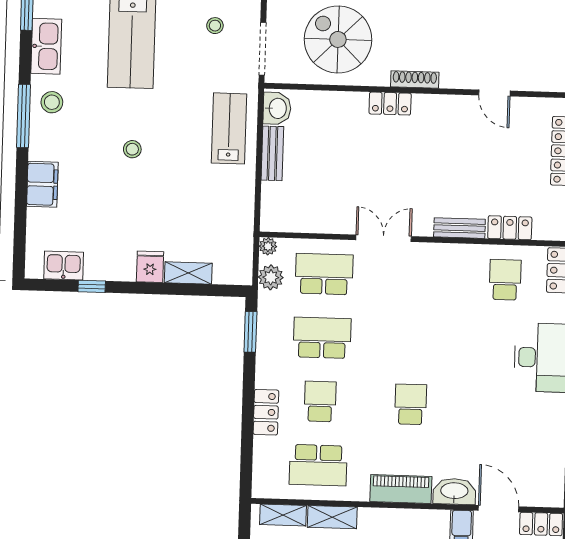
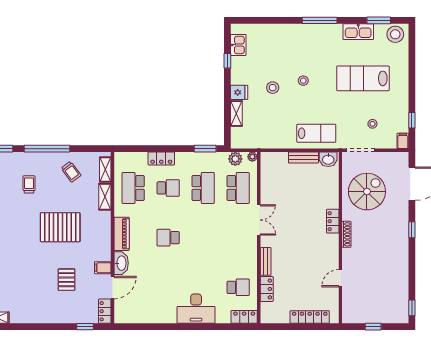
stool: (52, 102) -> (273, 88), moved
filing cabinet: (42, 184) -> (282, 32), removed
school desk: (411, 404) -> (168, 238), turned 180

